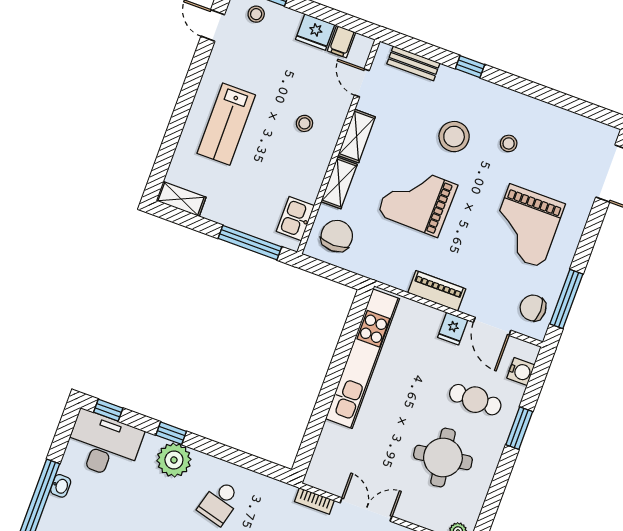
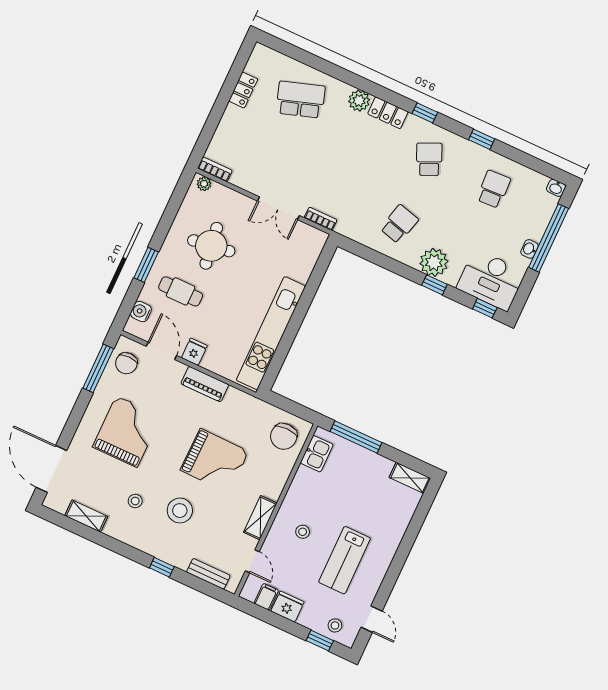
lab bench: (226, 124) -> (345, 560), moved, turned 180
shelving: (339, 183) -> (86, 516), moved, turned 90
chair: (533, 308) -> (126, 363), turned 90

